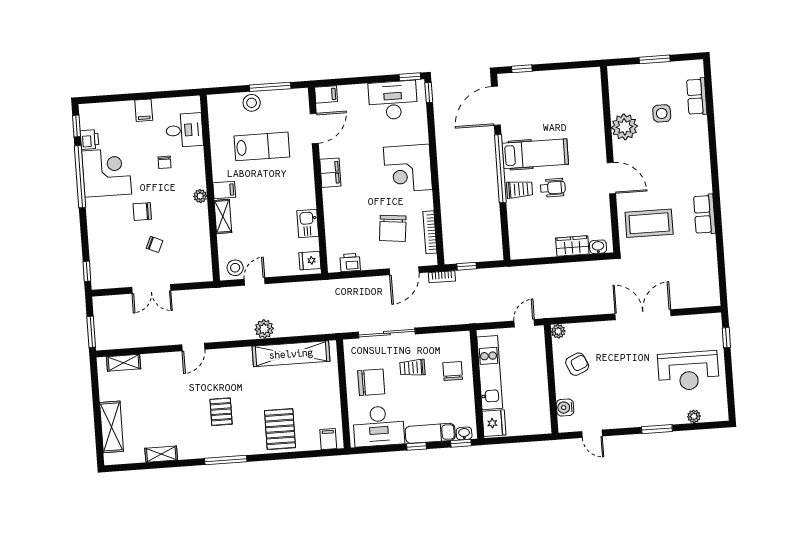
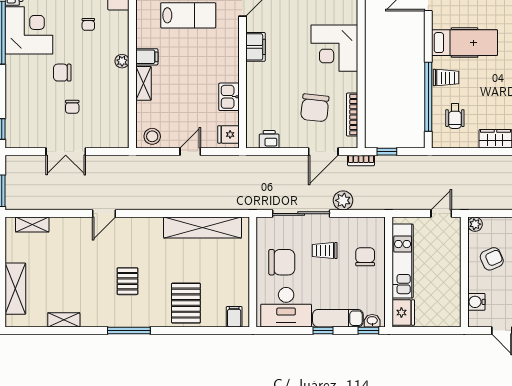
window: (500, 169) -> (428, 97), moved
wheelchair: (553, 188) -> (455, 116), moved, turned 90
chair: (155, 244) -> (72, 107), turned 66
door: (255, 281) -> (190, 152), moved
plant: (264, 329) -> (343, 200), moved

